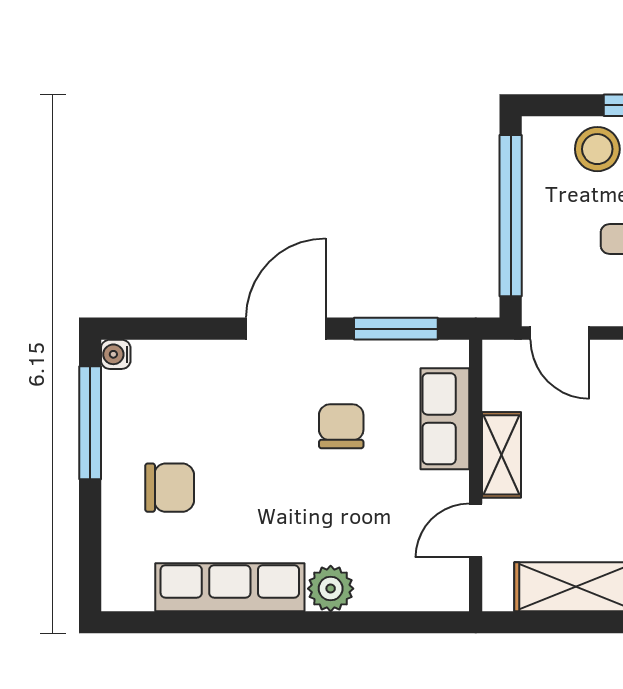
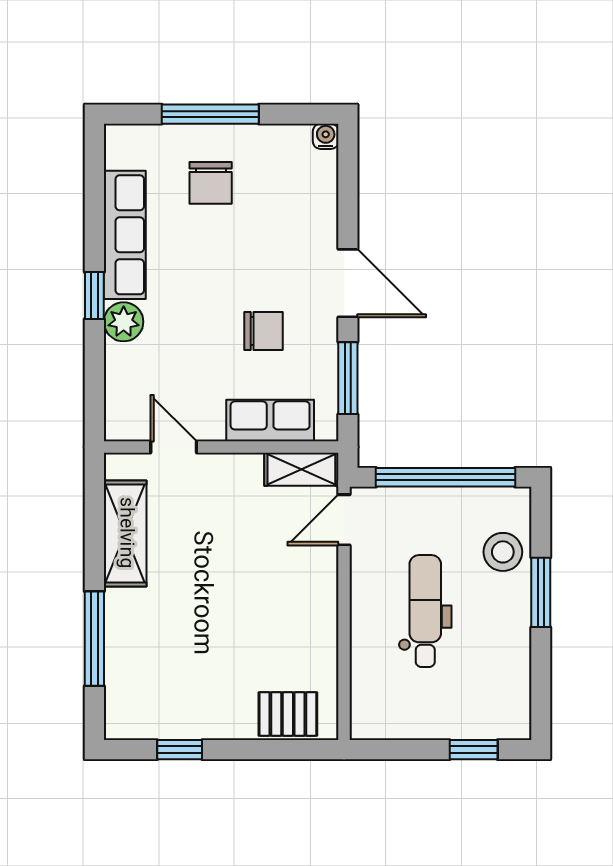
window: (90, 423) -> (210, 114), moved
shelving: (501, 455) -> (301, 469), moved
window: (300, 622) -> (94, 296), added

